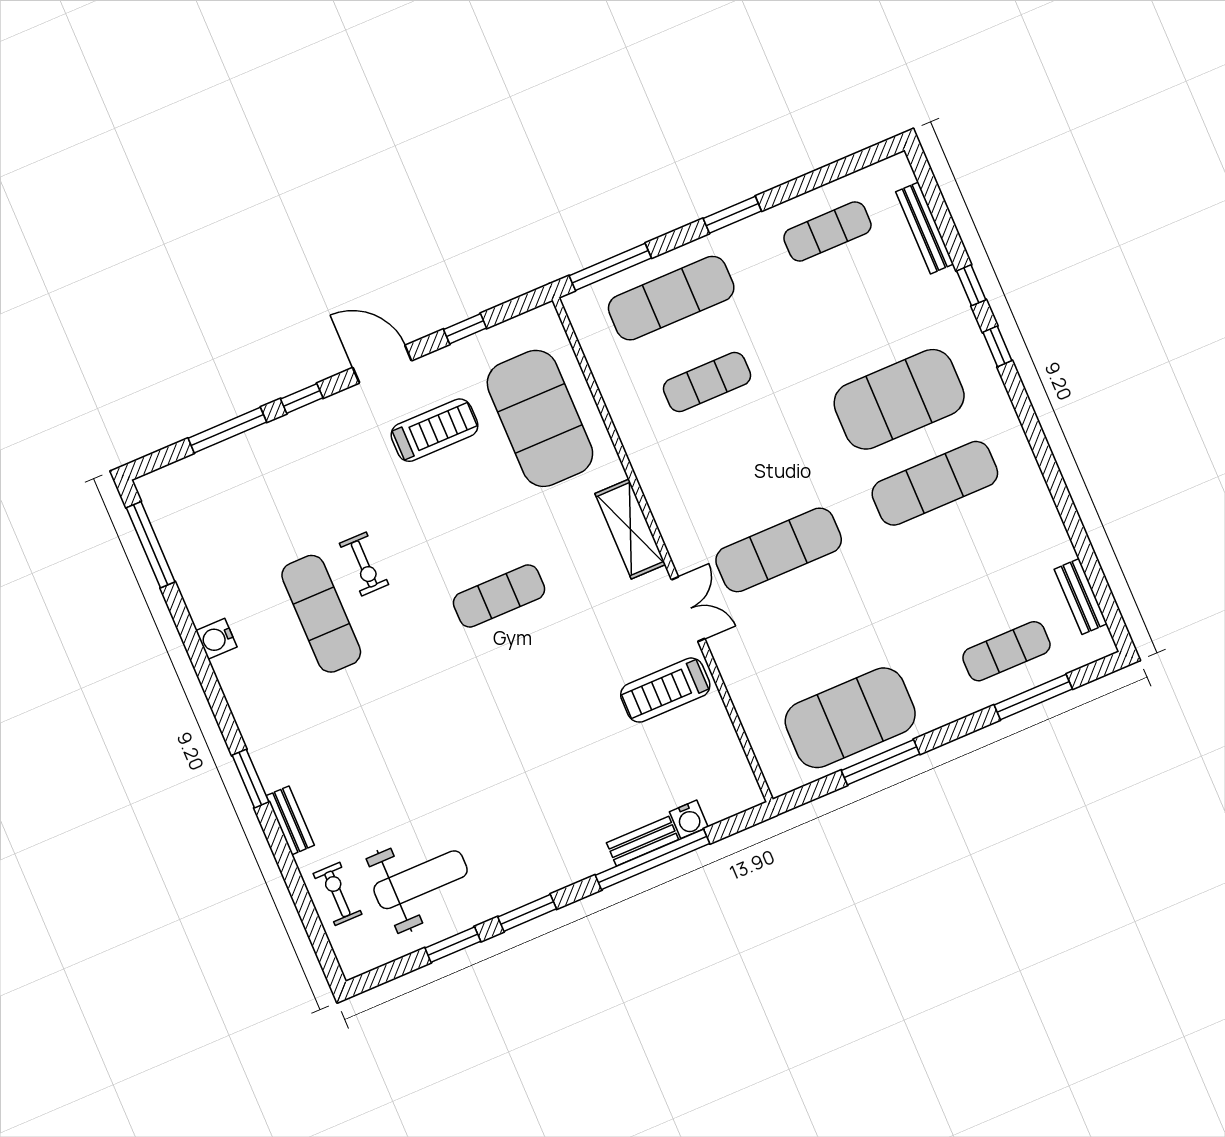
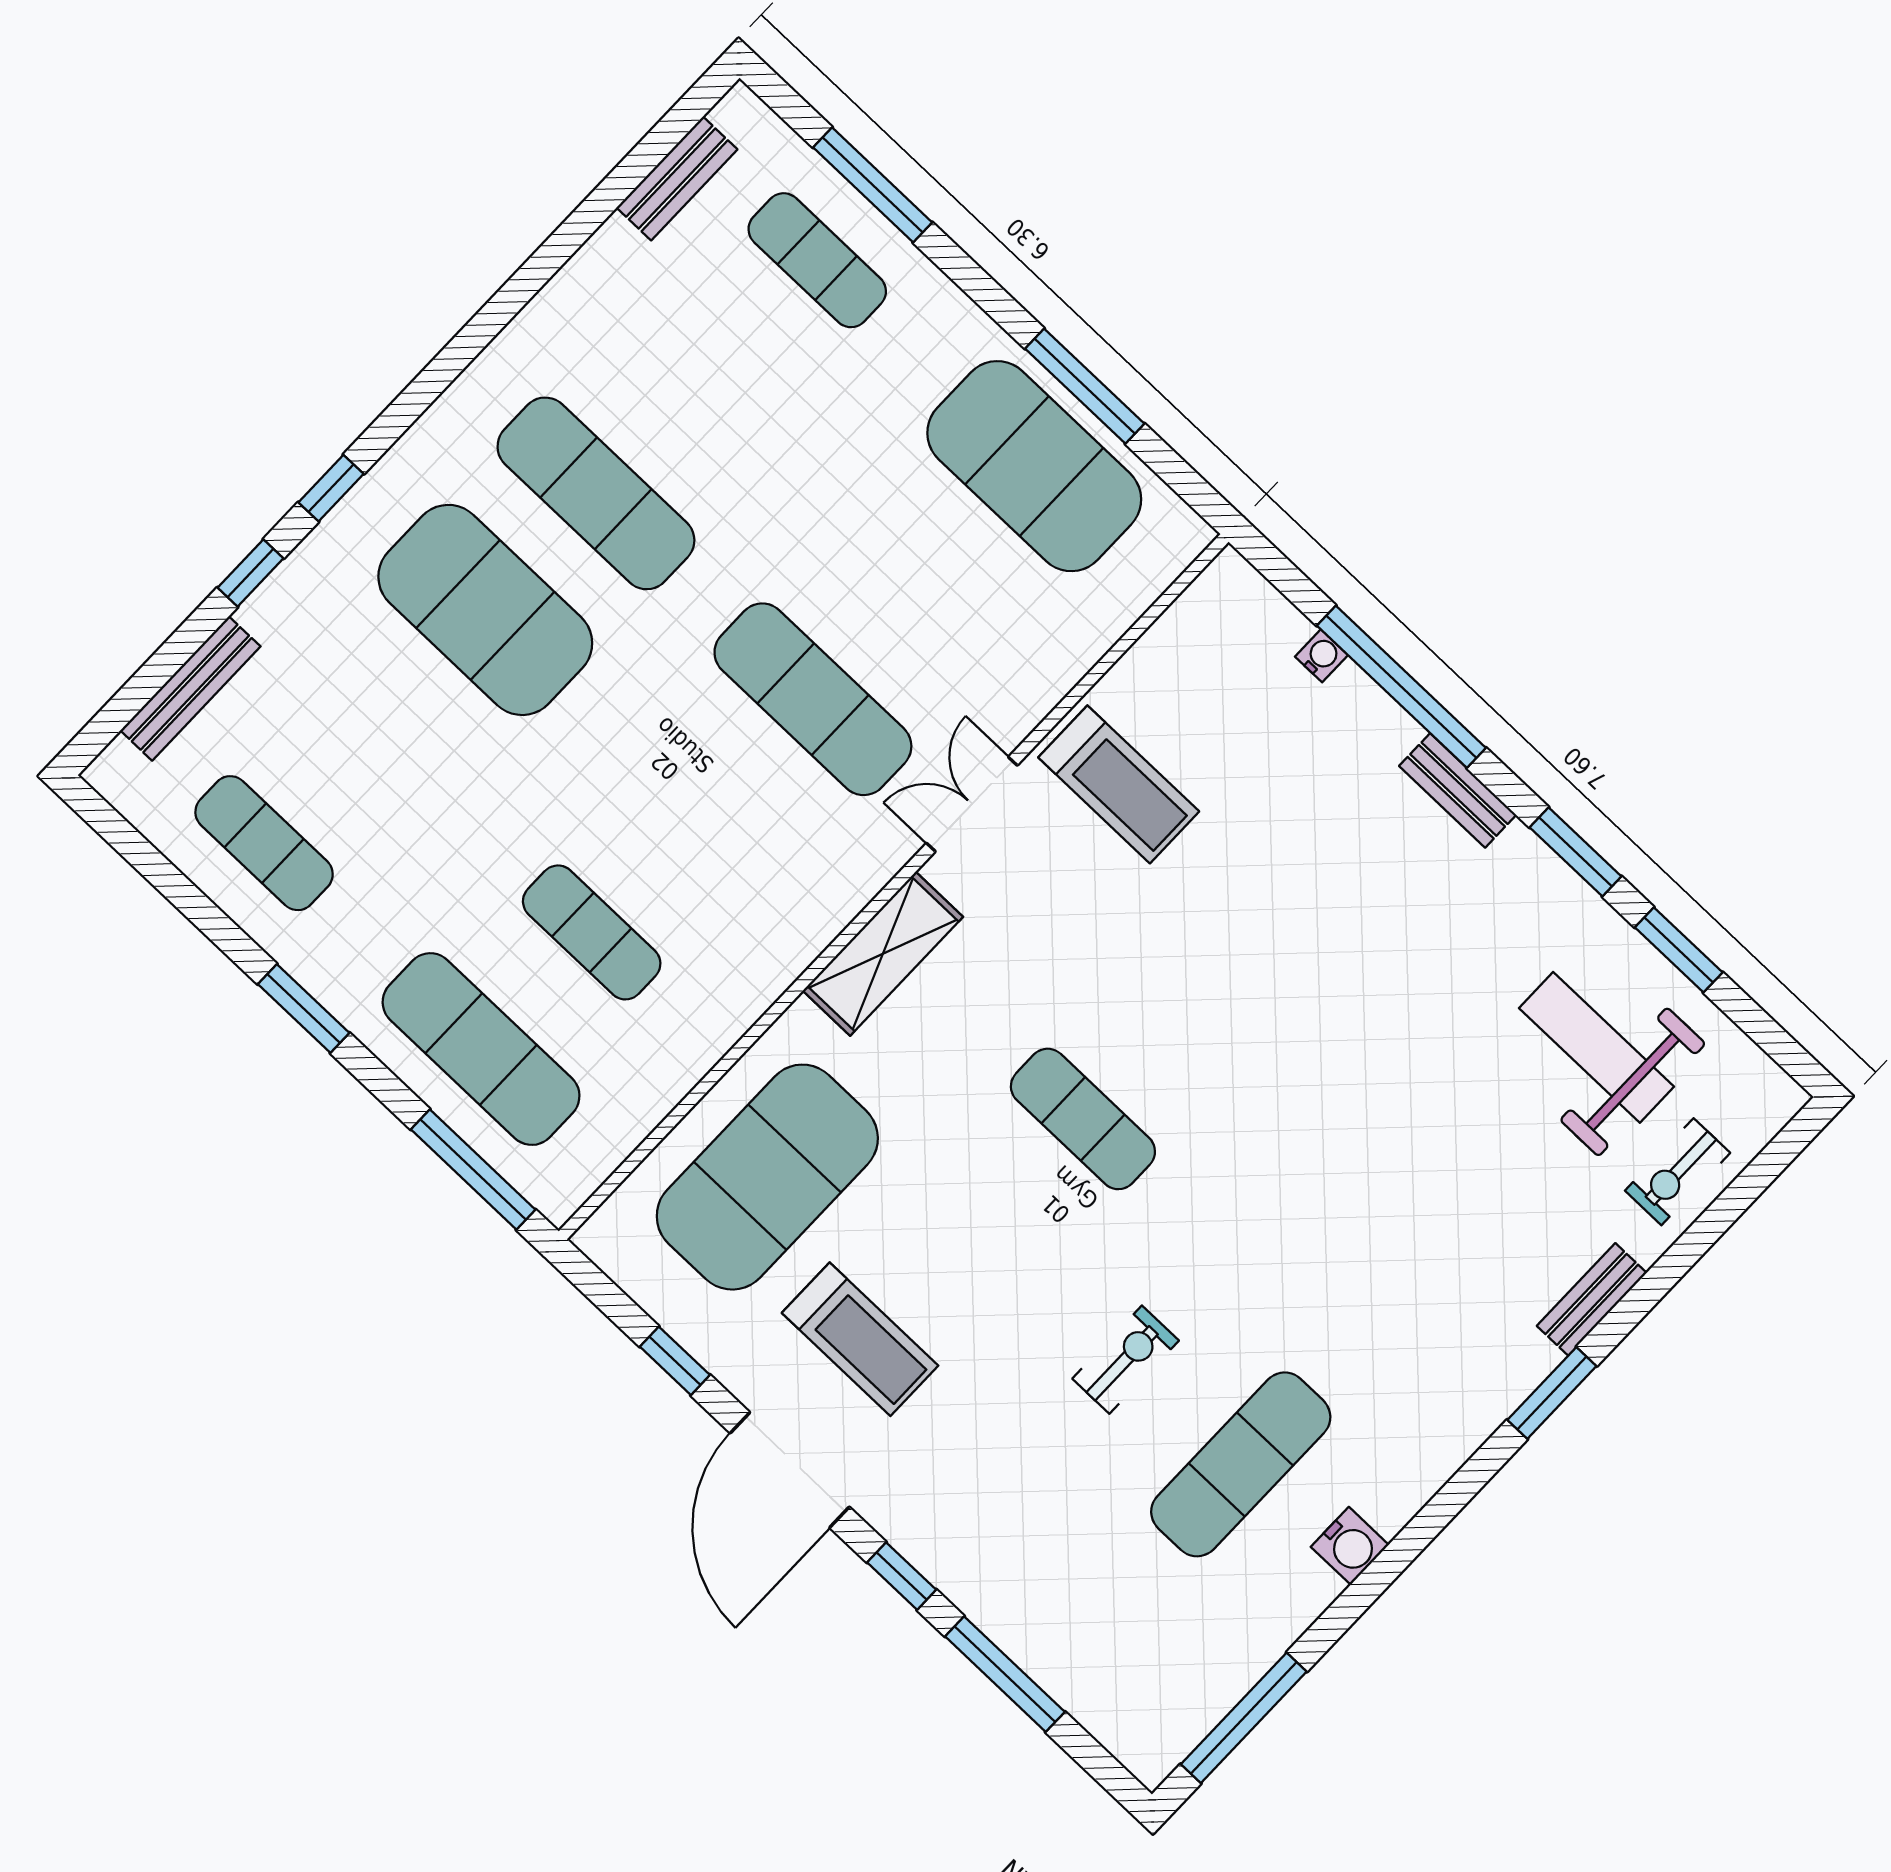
door: (382, 364) -> (790, 1470), width x1.36
treadmill: (434, 430) -> (860, 1339), turned 180
exercise mat: (321, 614) -> (1241, 1464), moved
water cooler: (689, 819) -> (1321, 656), width x0.72, depth x0.72
bench: (643, 841) -> (1458, 790), moved

